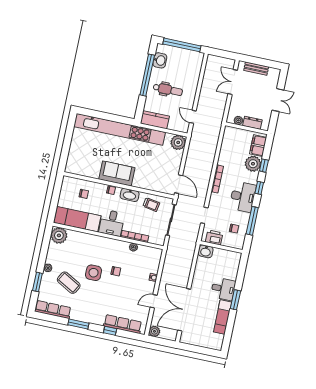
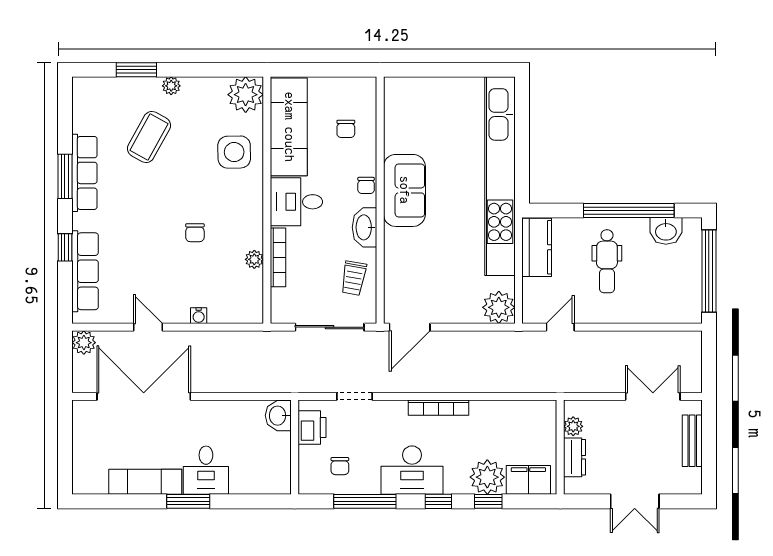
side table: (94, 273) -> (234, 152), moved
row of seats: (53, 309) -> (84, 173), moved

